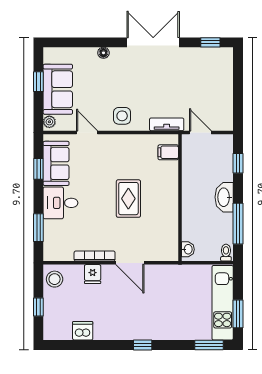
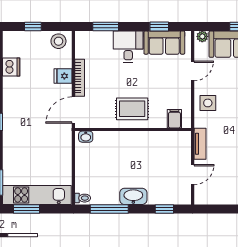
filing cabinet: (168, 152) -> (174, 119), moved
wall: (180, 198) -> (133, 130), moved
washbasin: (188, 249) -> (86, 137), moved

